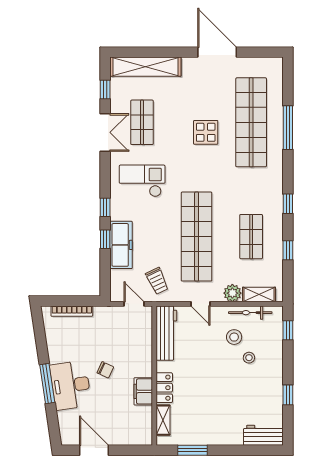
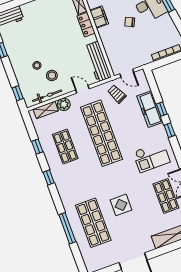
shop shelf: (251, 122) -> (93, 223), width x0.71

